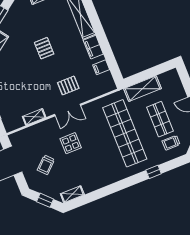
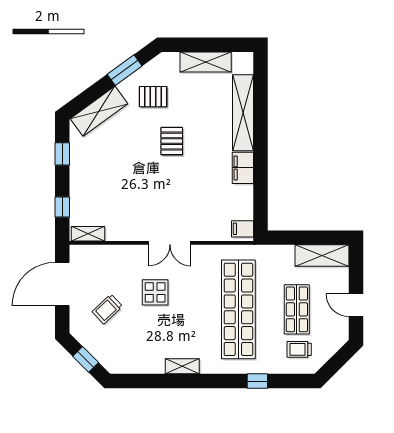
filing cabinet: (101, 67) -> (242, 229), moved
pallet: (68, 85) -> (153, 97), moved
shelving: (142, 89) -> (322, 256), moved
shelving: (34, 117) -> (88, 234), moved
shelving: (72, 194) -> (182, 366), moved

